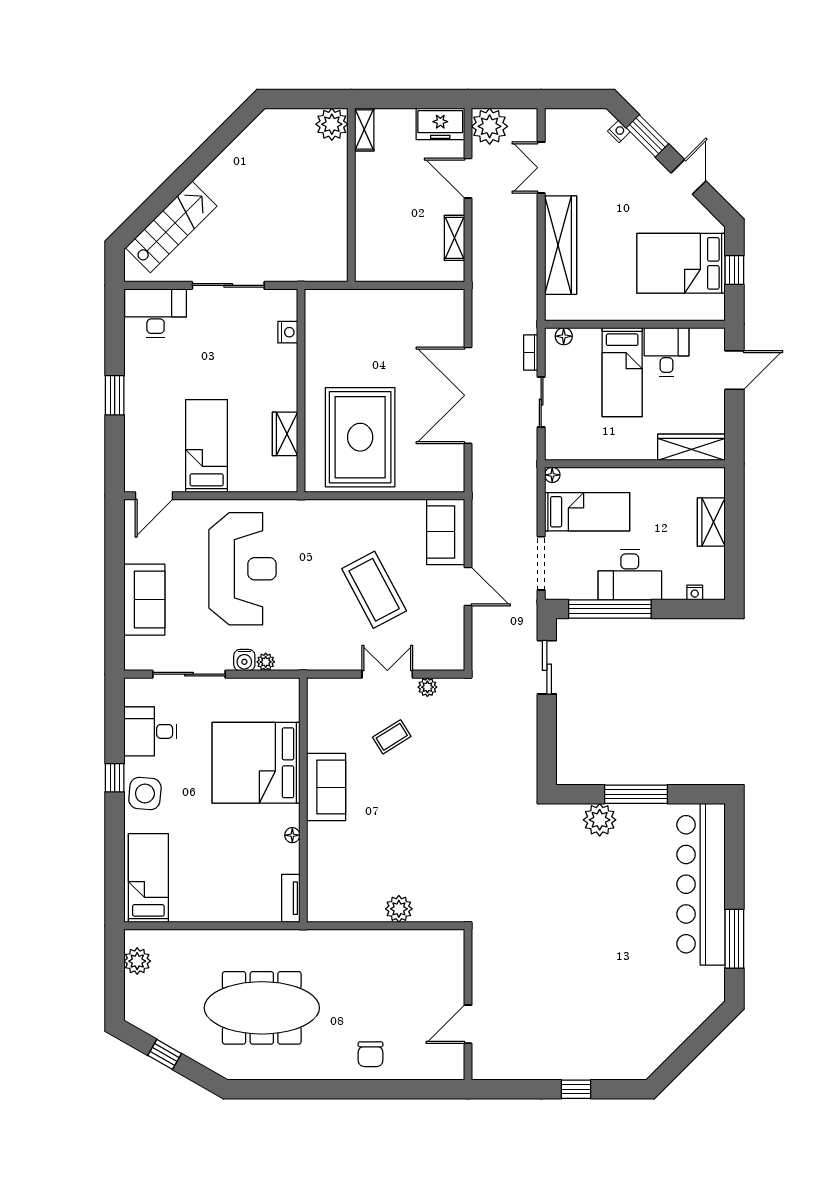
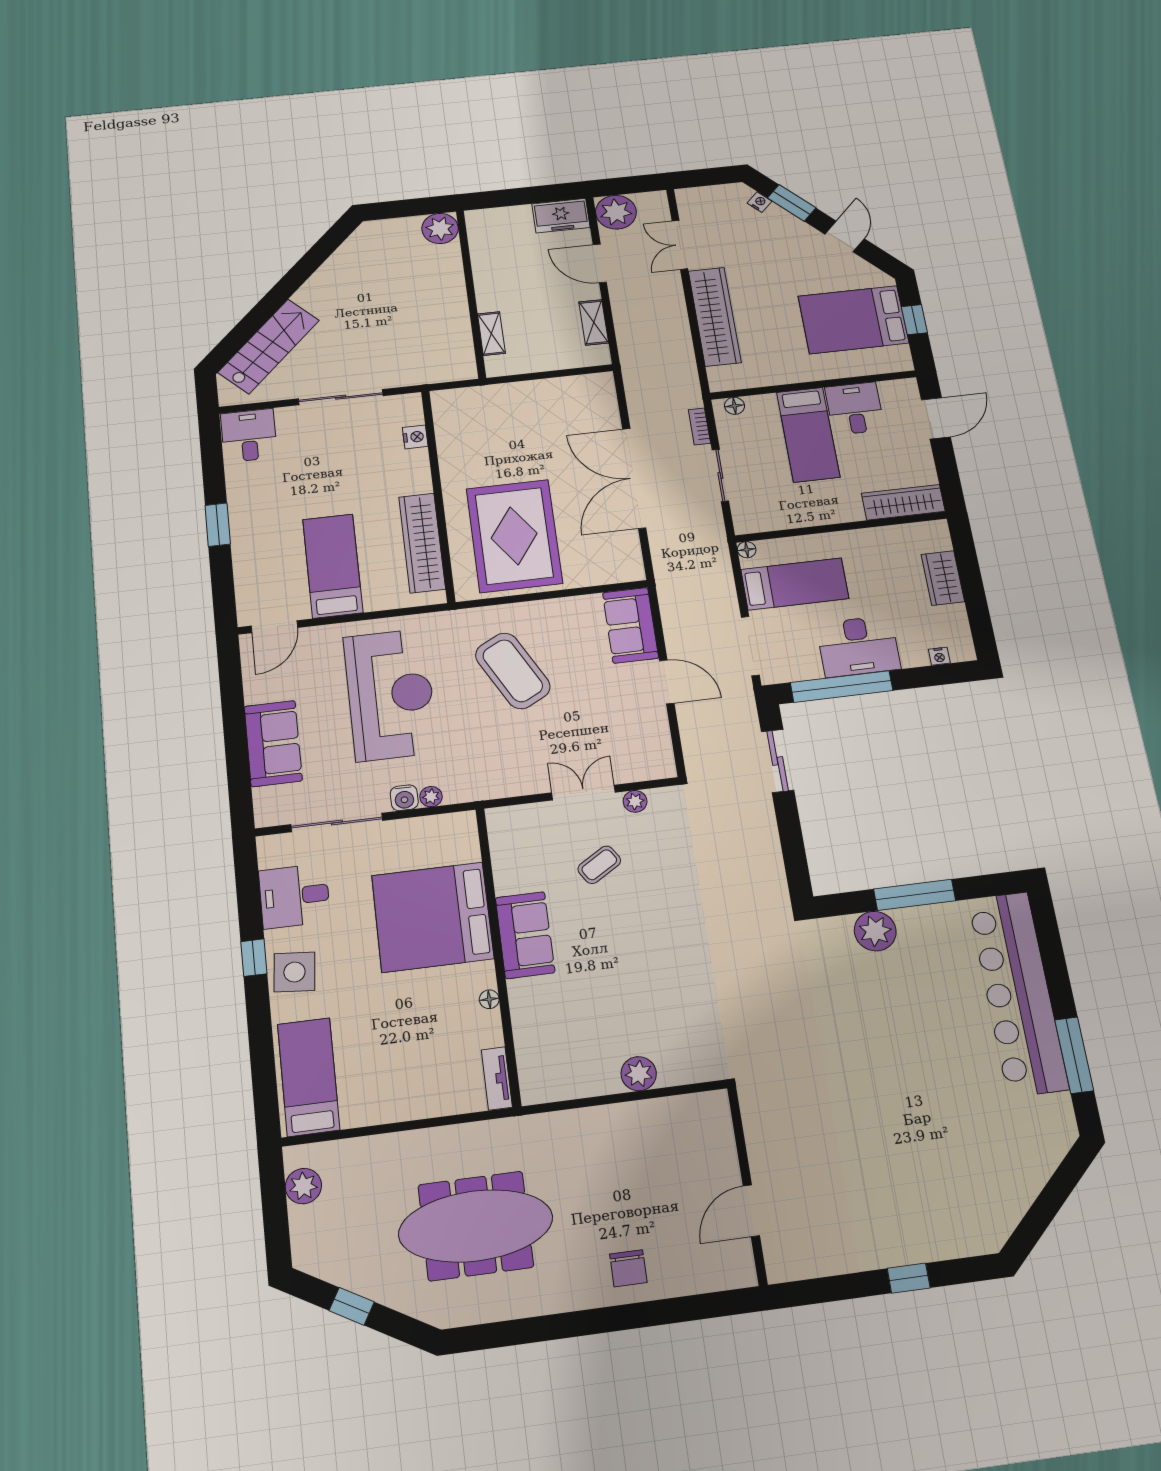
shelving: (364, 130) -> (491, 334), moved
desk: (156, 313) -> (249, 435), width x0.73
wardrobe: (285, 434) -> (422, 543), width x2.10, depth x1.17
coffee table: (374, 590) -> (513, 671), moved

